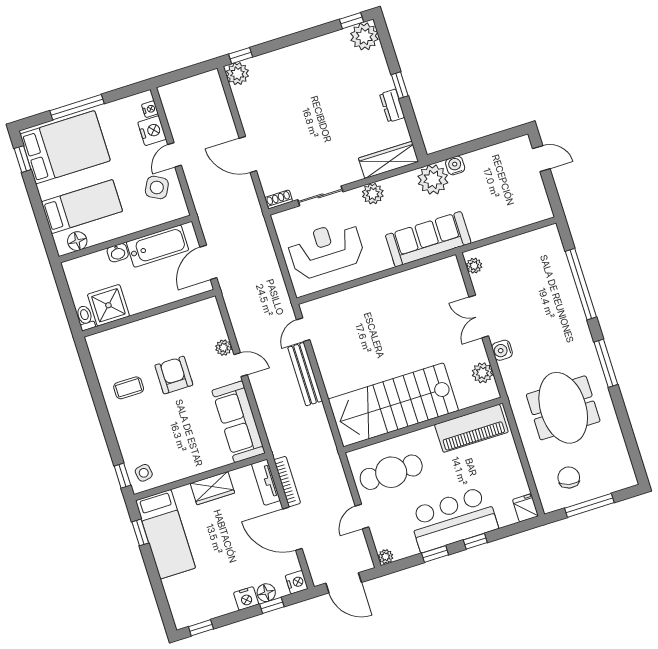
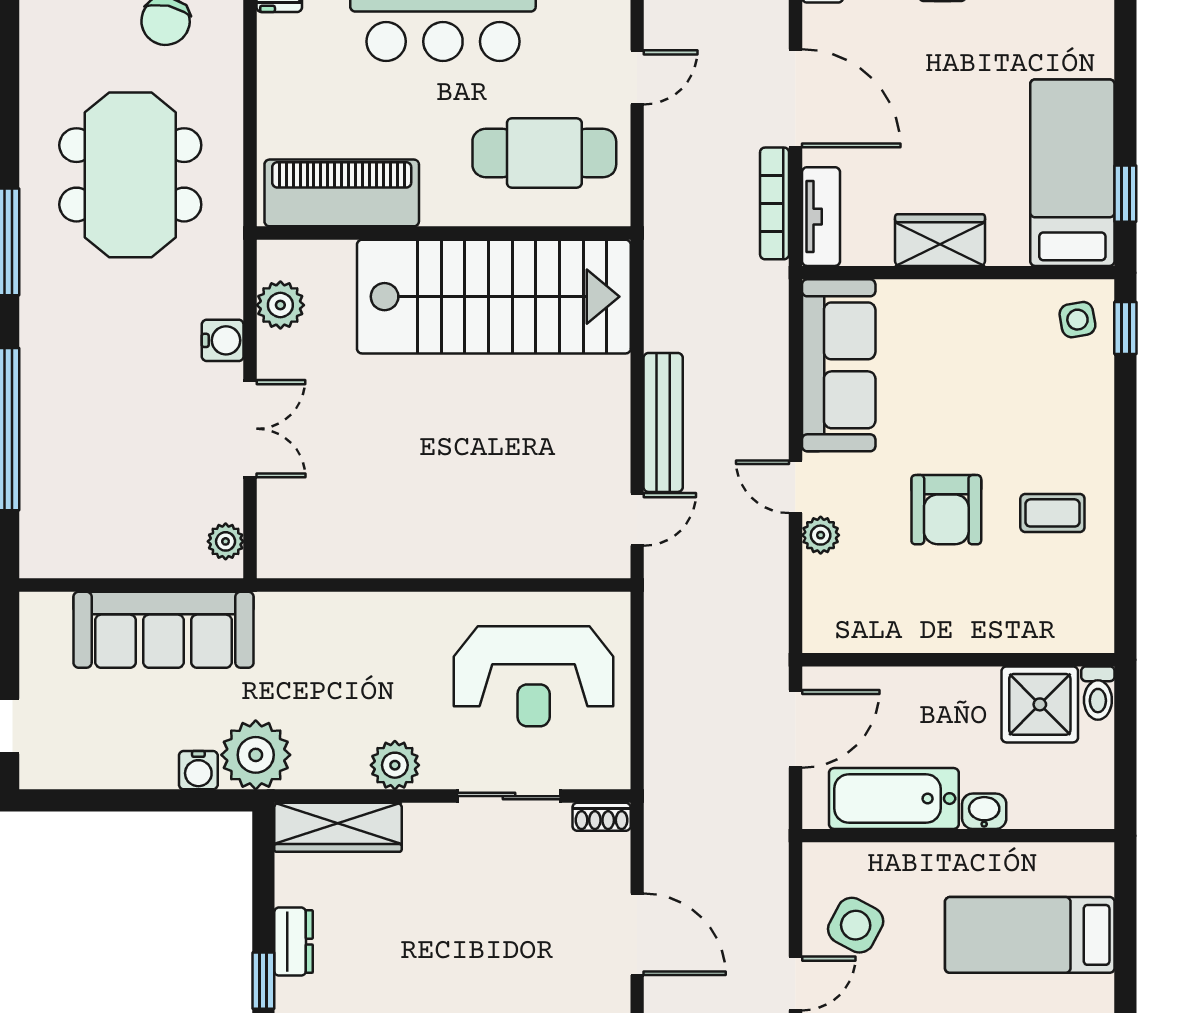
sofa: (428, 239) -> (163, 630), moved
floor lamp: (77, 241) -> (1063, 864), removed

